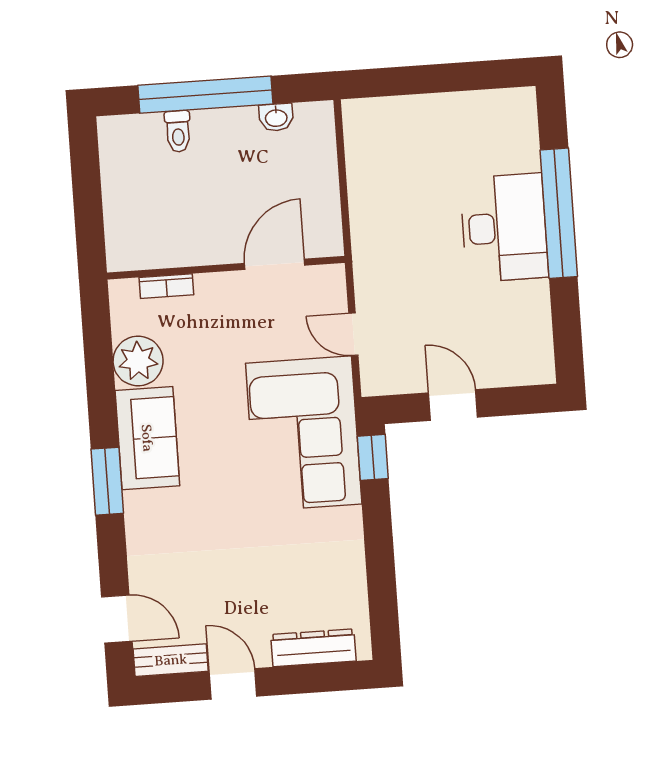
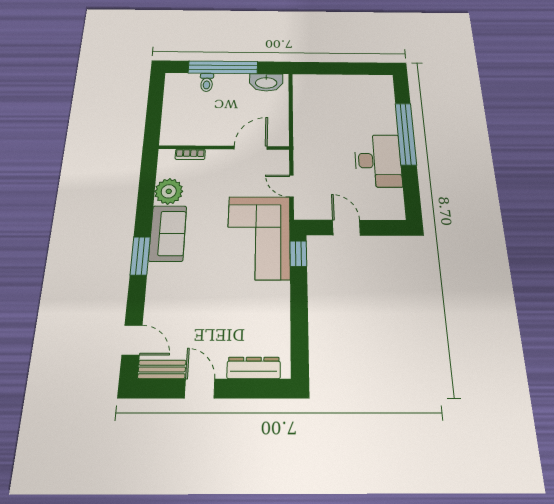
washbasin: (276, 117) -> (266, 82), width x1.91, depth x1.45
desk: (504, 228) -> (378, 161), moved

